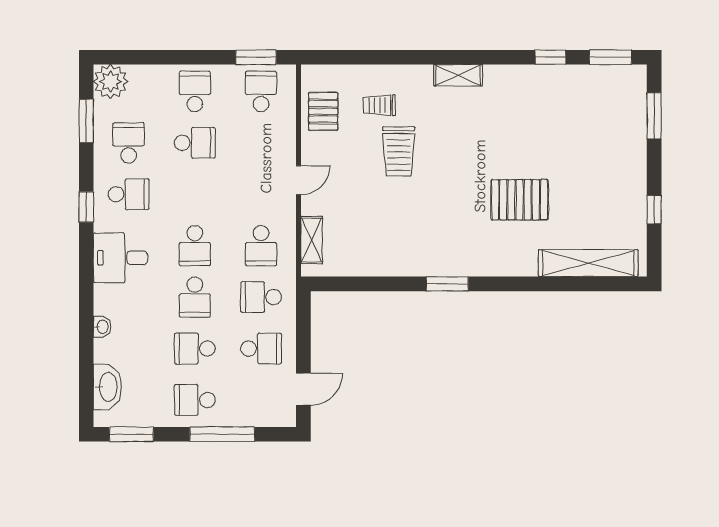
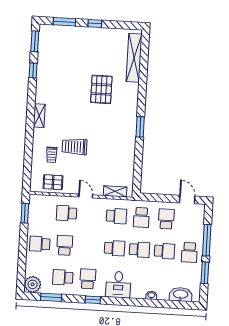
school desk: (261, 91) -> (67, 213), moved
trolley: (399, 151) -> (75, 147), turned 180
window: (654, 210) -> (95, 23), moved
school desk: (195, 349) -> (164, 251), turned -90
window: (131, 434) -> (205, 273), moved

